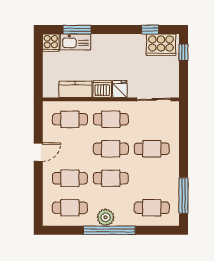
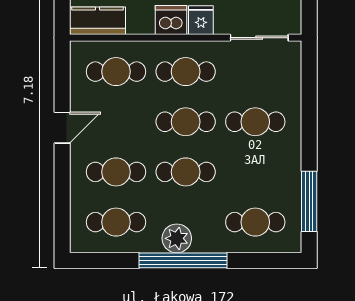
kitchen counter: (75, 89) -> (98, 21), moved

